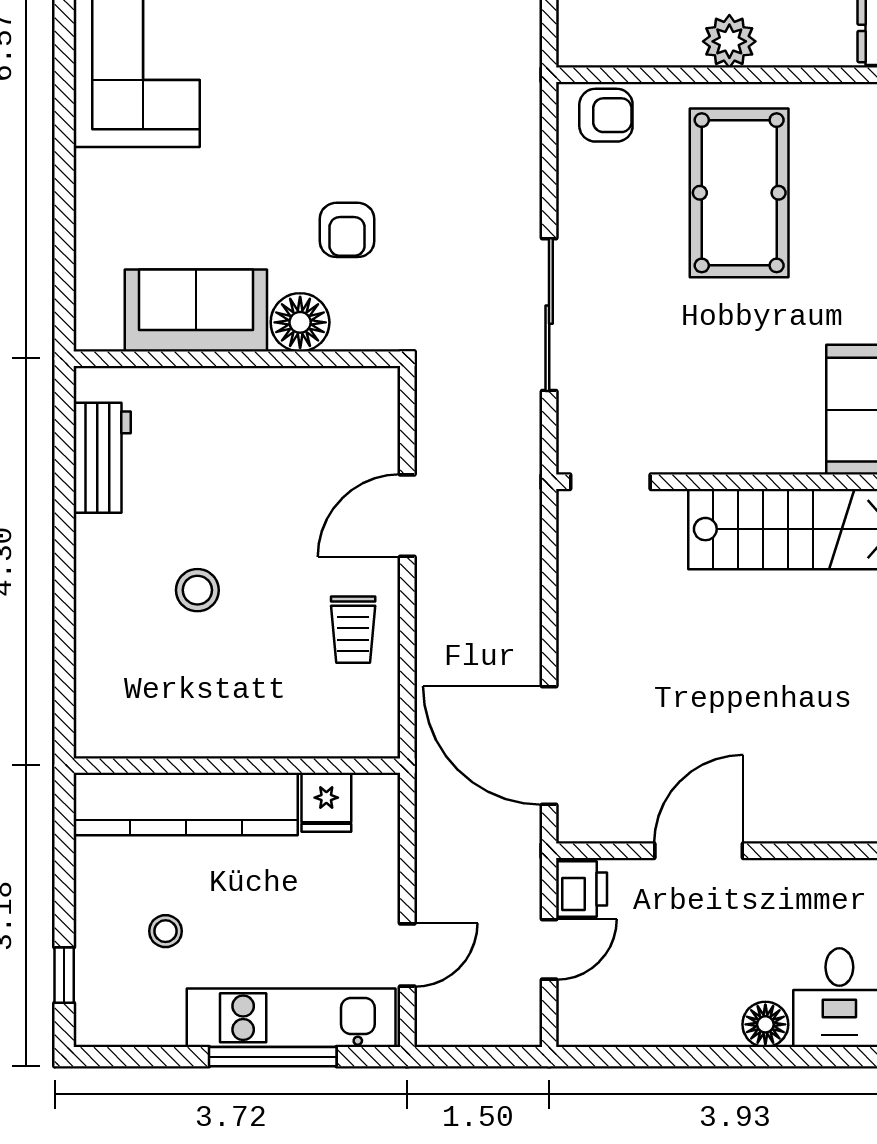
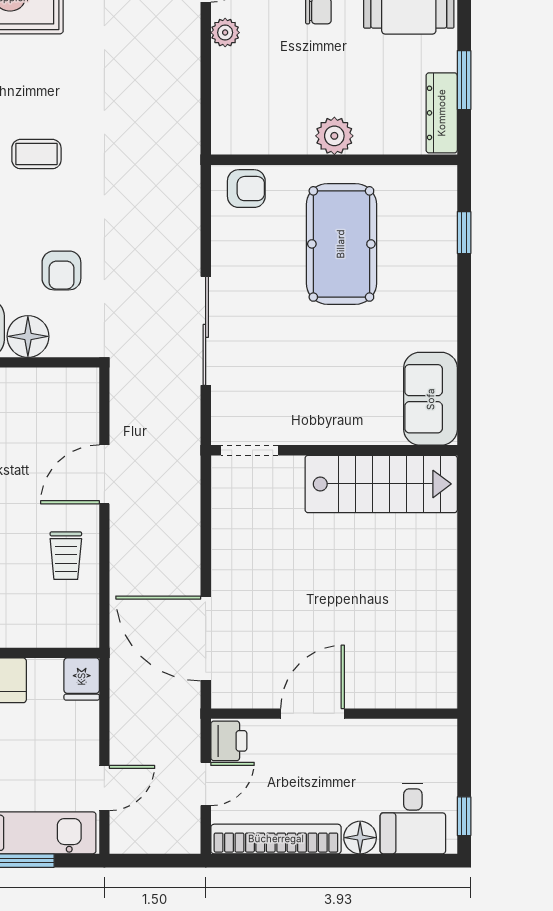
coffee table: (312, 67) -> (36, 154), added
fridge: (326, 802) -> (82, 679), moved
bookcase: (647, 1026) -> (276, 839), added

